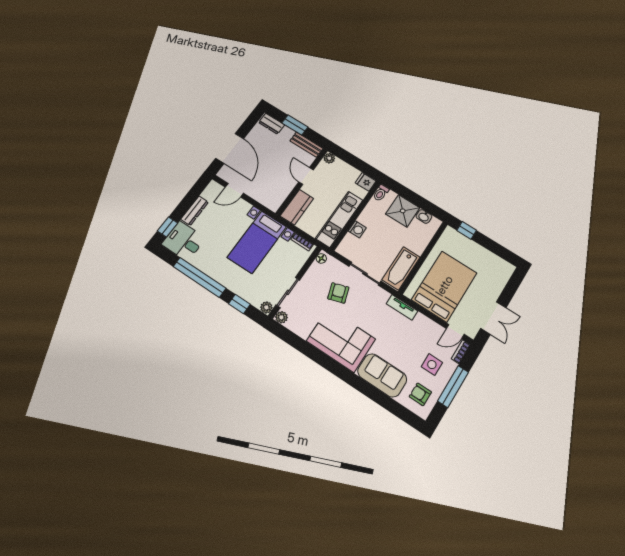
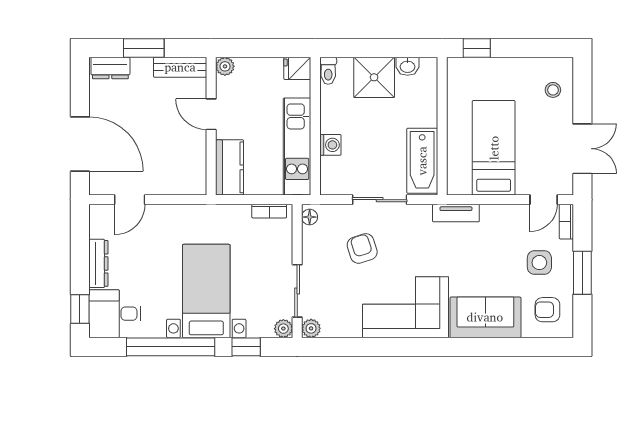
bed with nightstands: (257, 242) -> (206, 291), moved, turned 180
stool: (495, 277) -> (553, 90), added
bed: (444, 286) -> (494, 148), width x0.67
window: (453, 386) -> (582, 273), width x0.69

